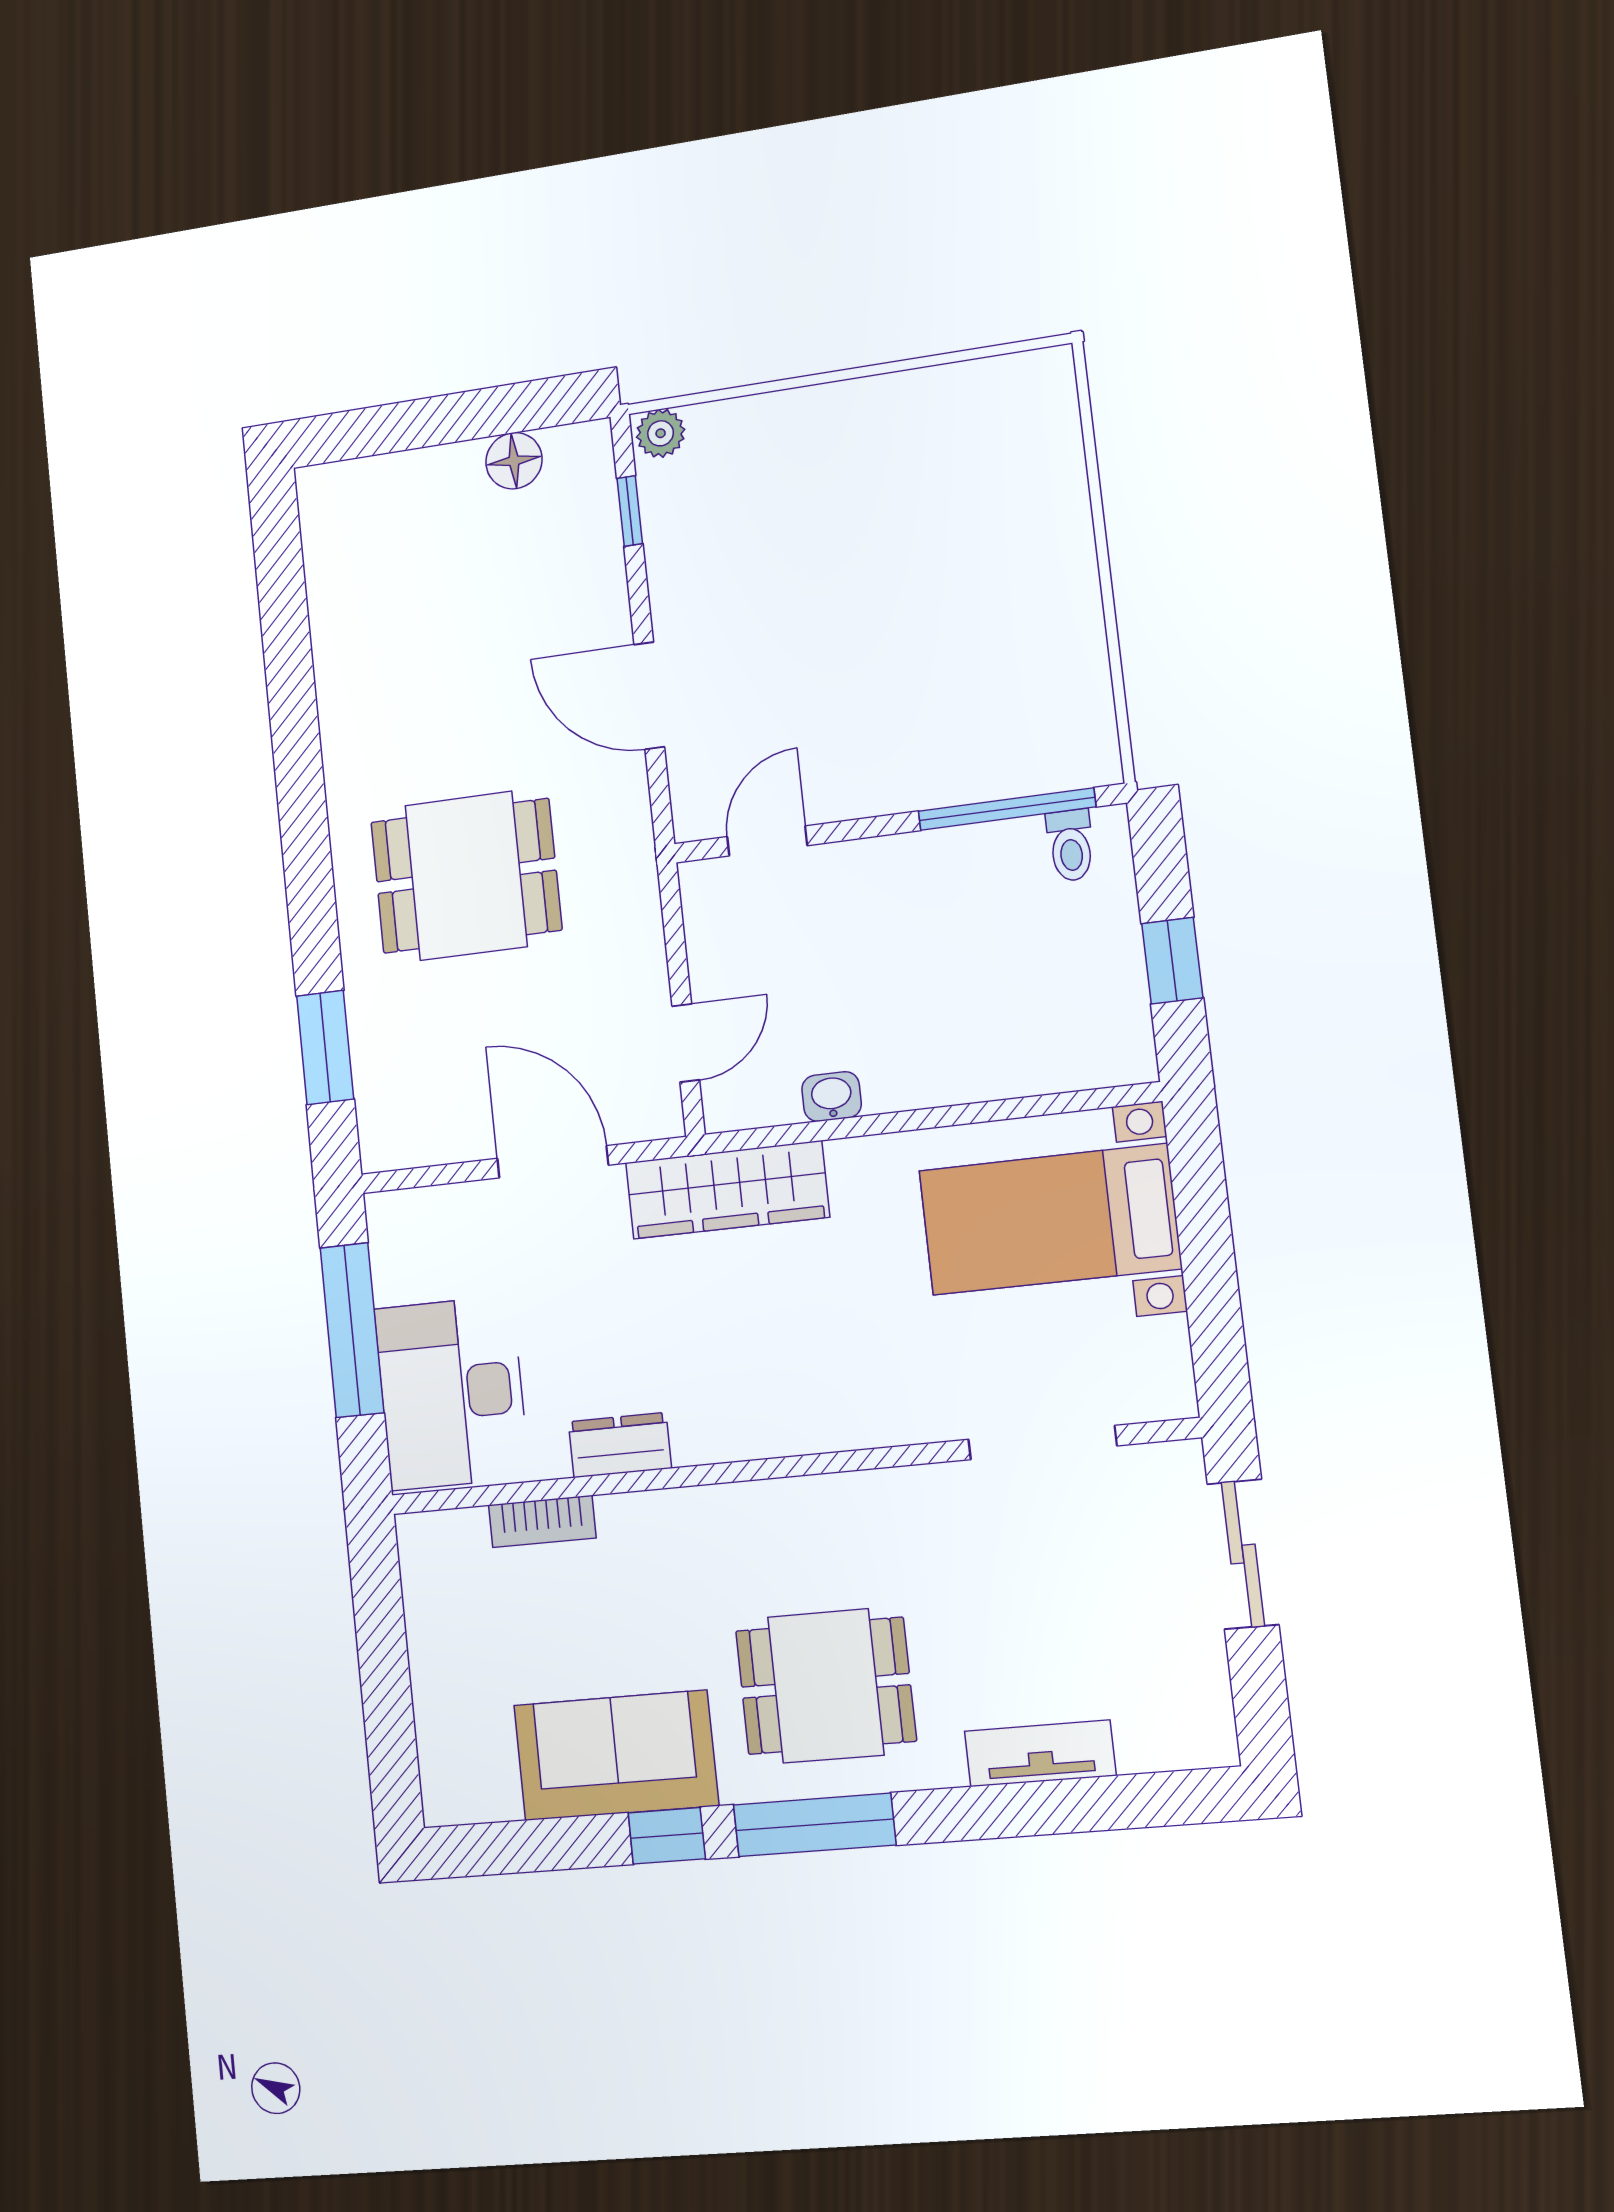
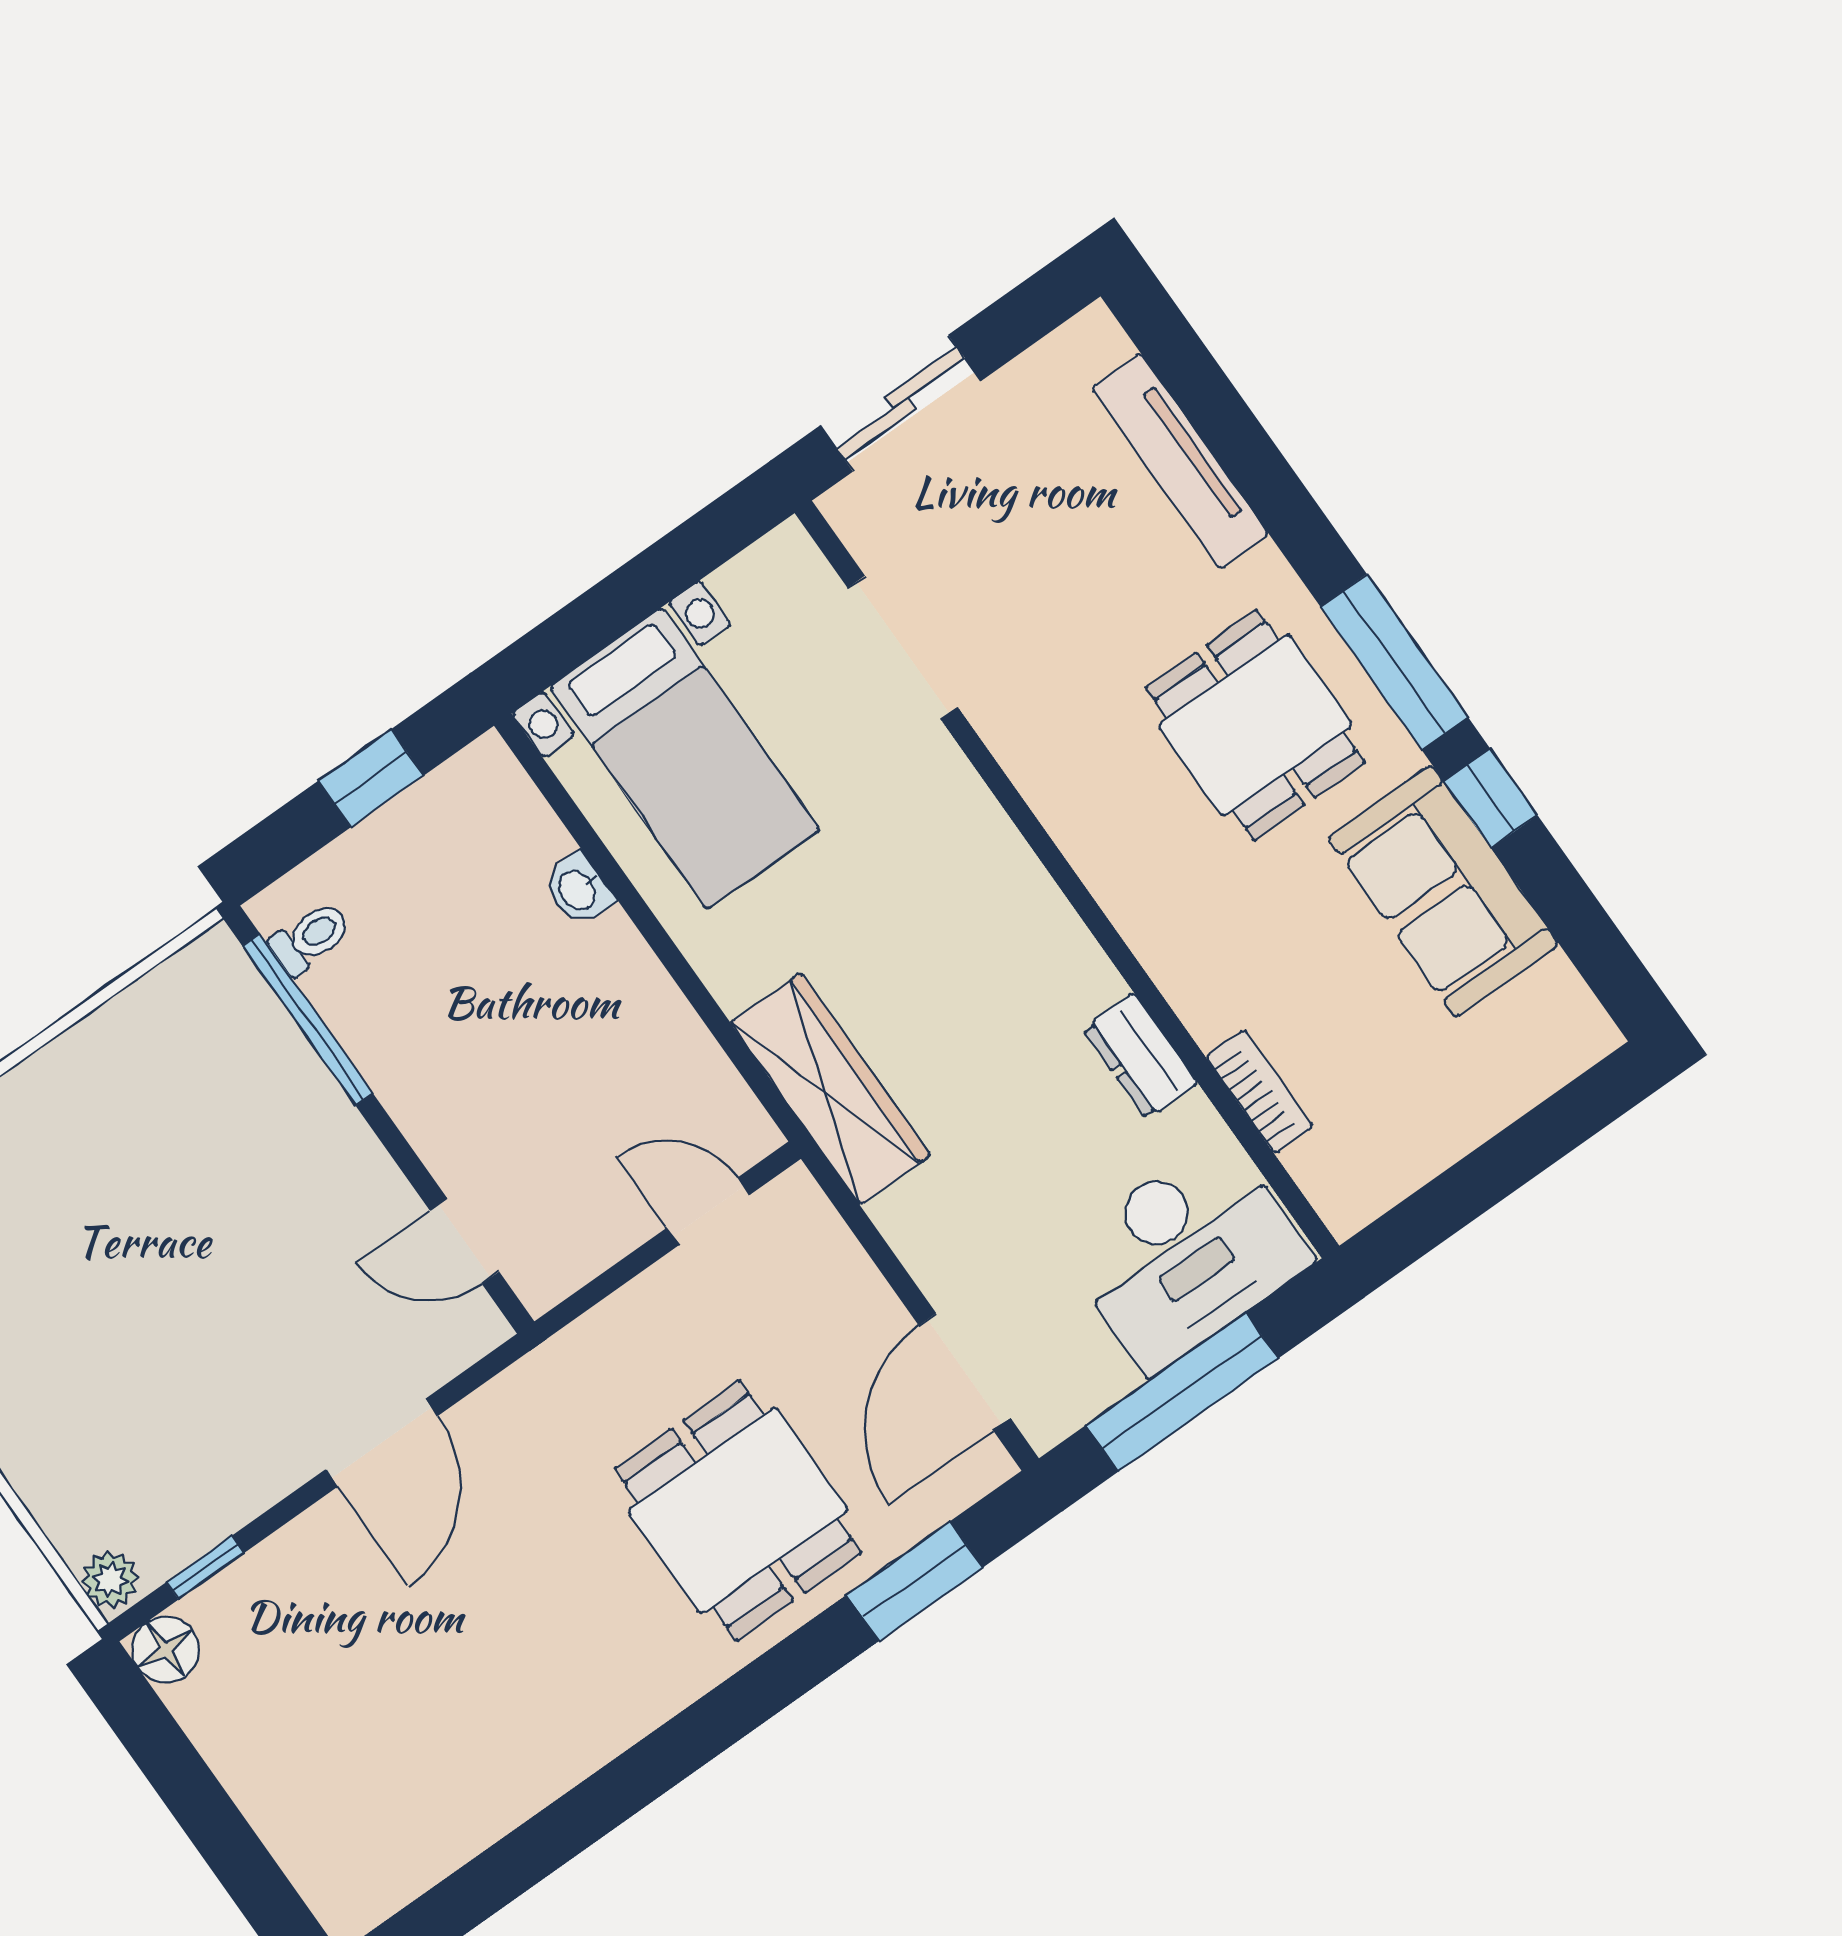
floor lamp: (514, 461) -> (166, 1649), moved
dining table: (466, 876) -> (738, 1511), moved
washbasin: (832, 1097) -> (578, 889), moved
door: (553, 1162) -> (965, 1372), moved
tv unit: (1040, 1753) -> (1180, 461), width x1.41

